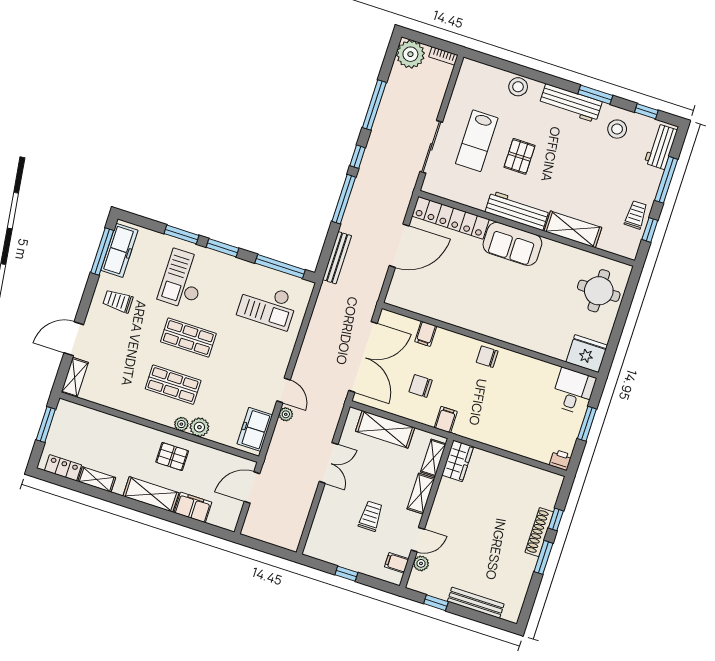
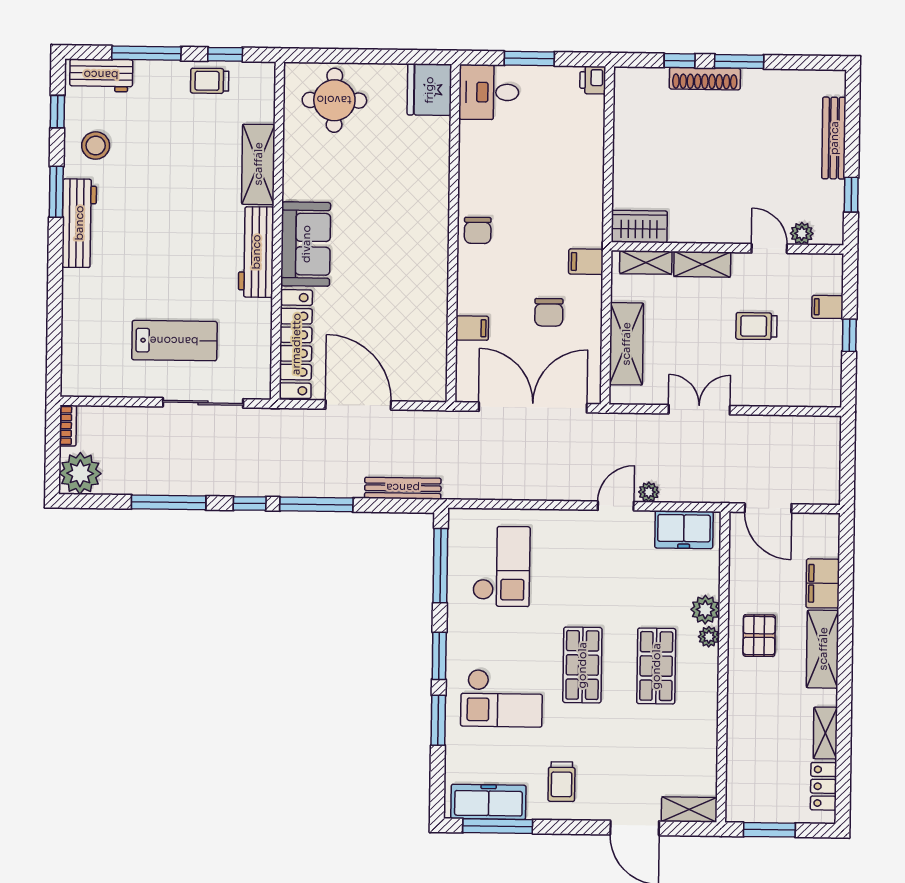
stool: (518, 87) -> (79, 305), removed
pallet: (519, 156) -> (178, 273), removed
filing cabinet: (397, 563) -> (827, 307), moved, turned 90

